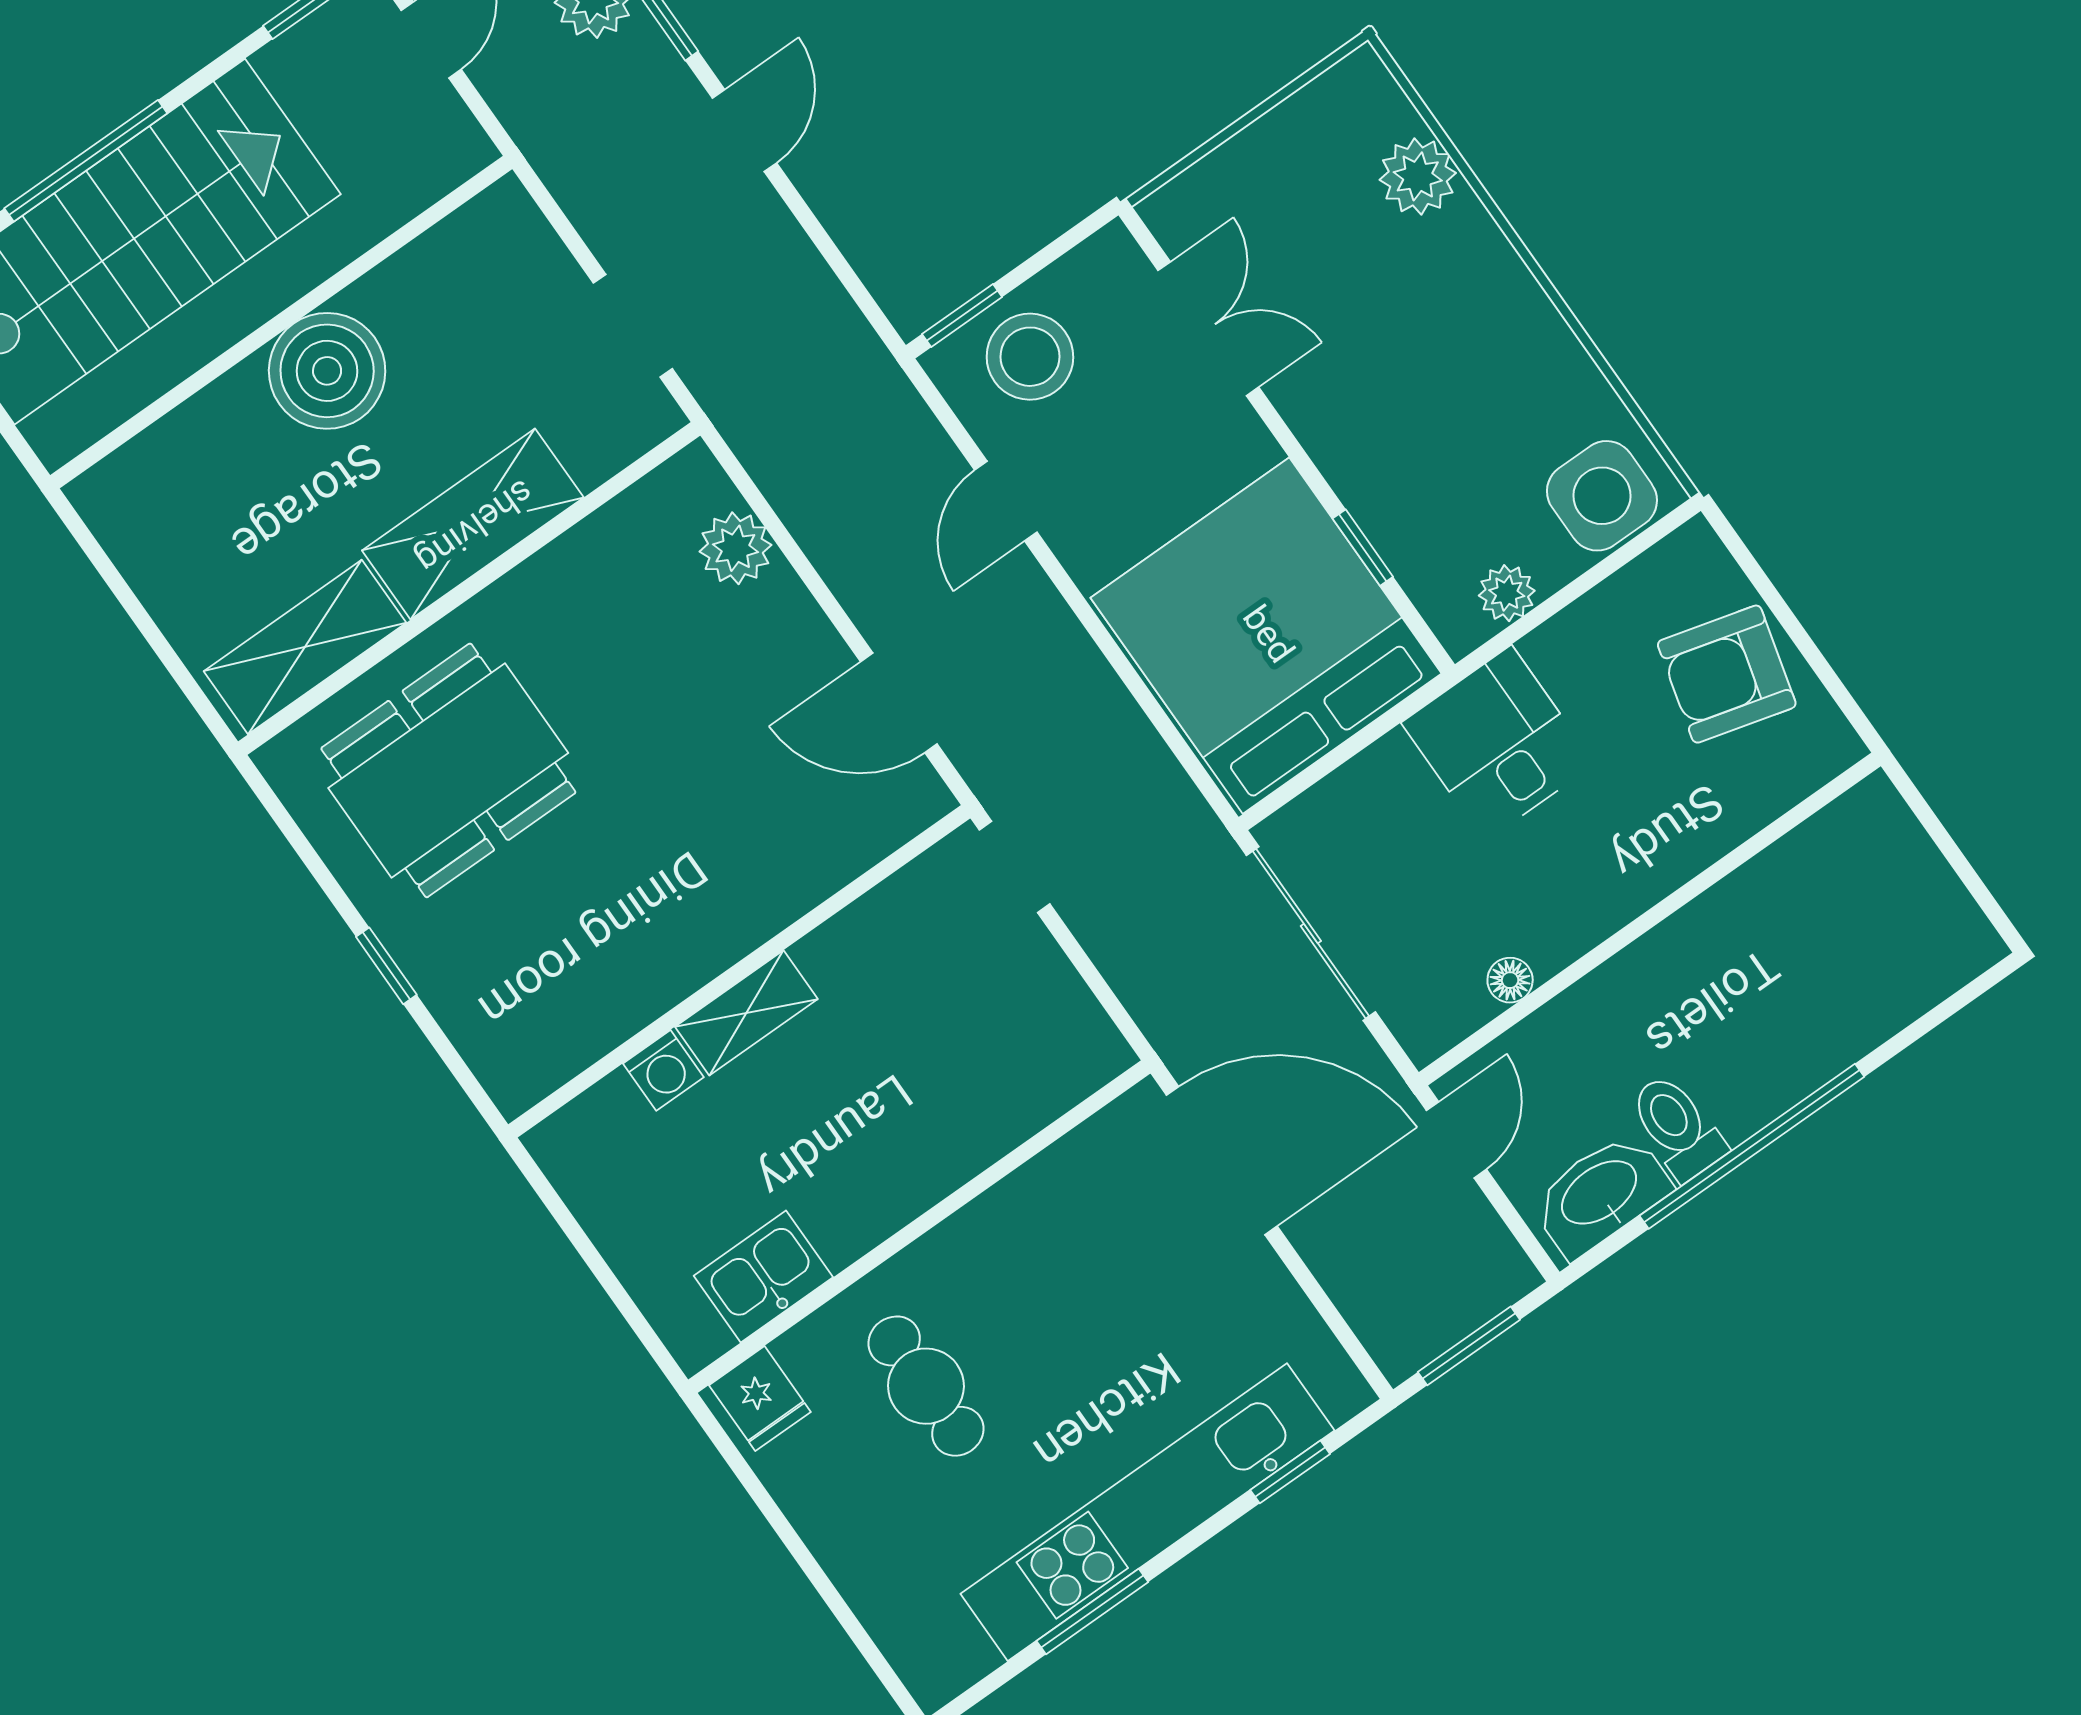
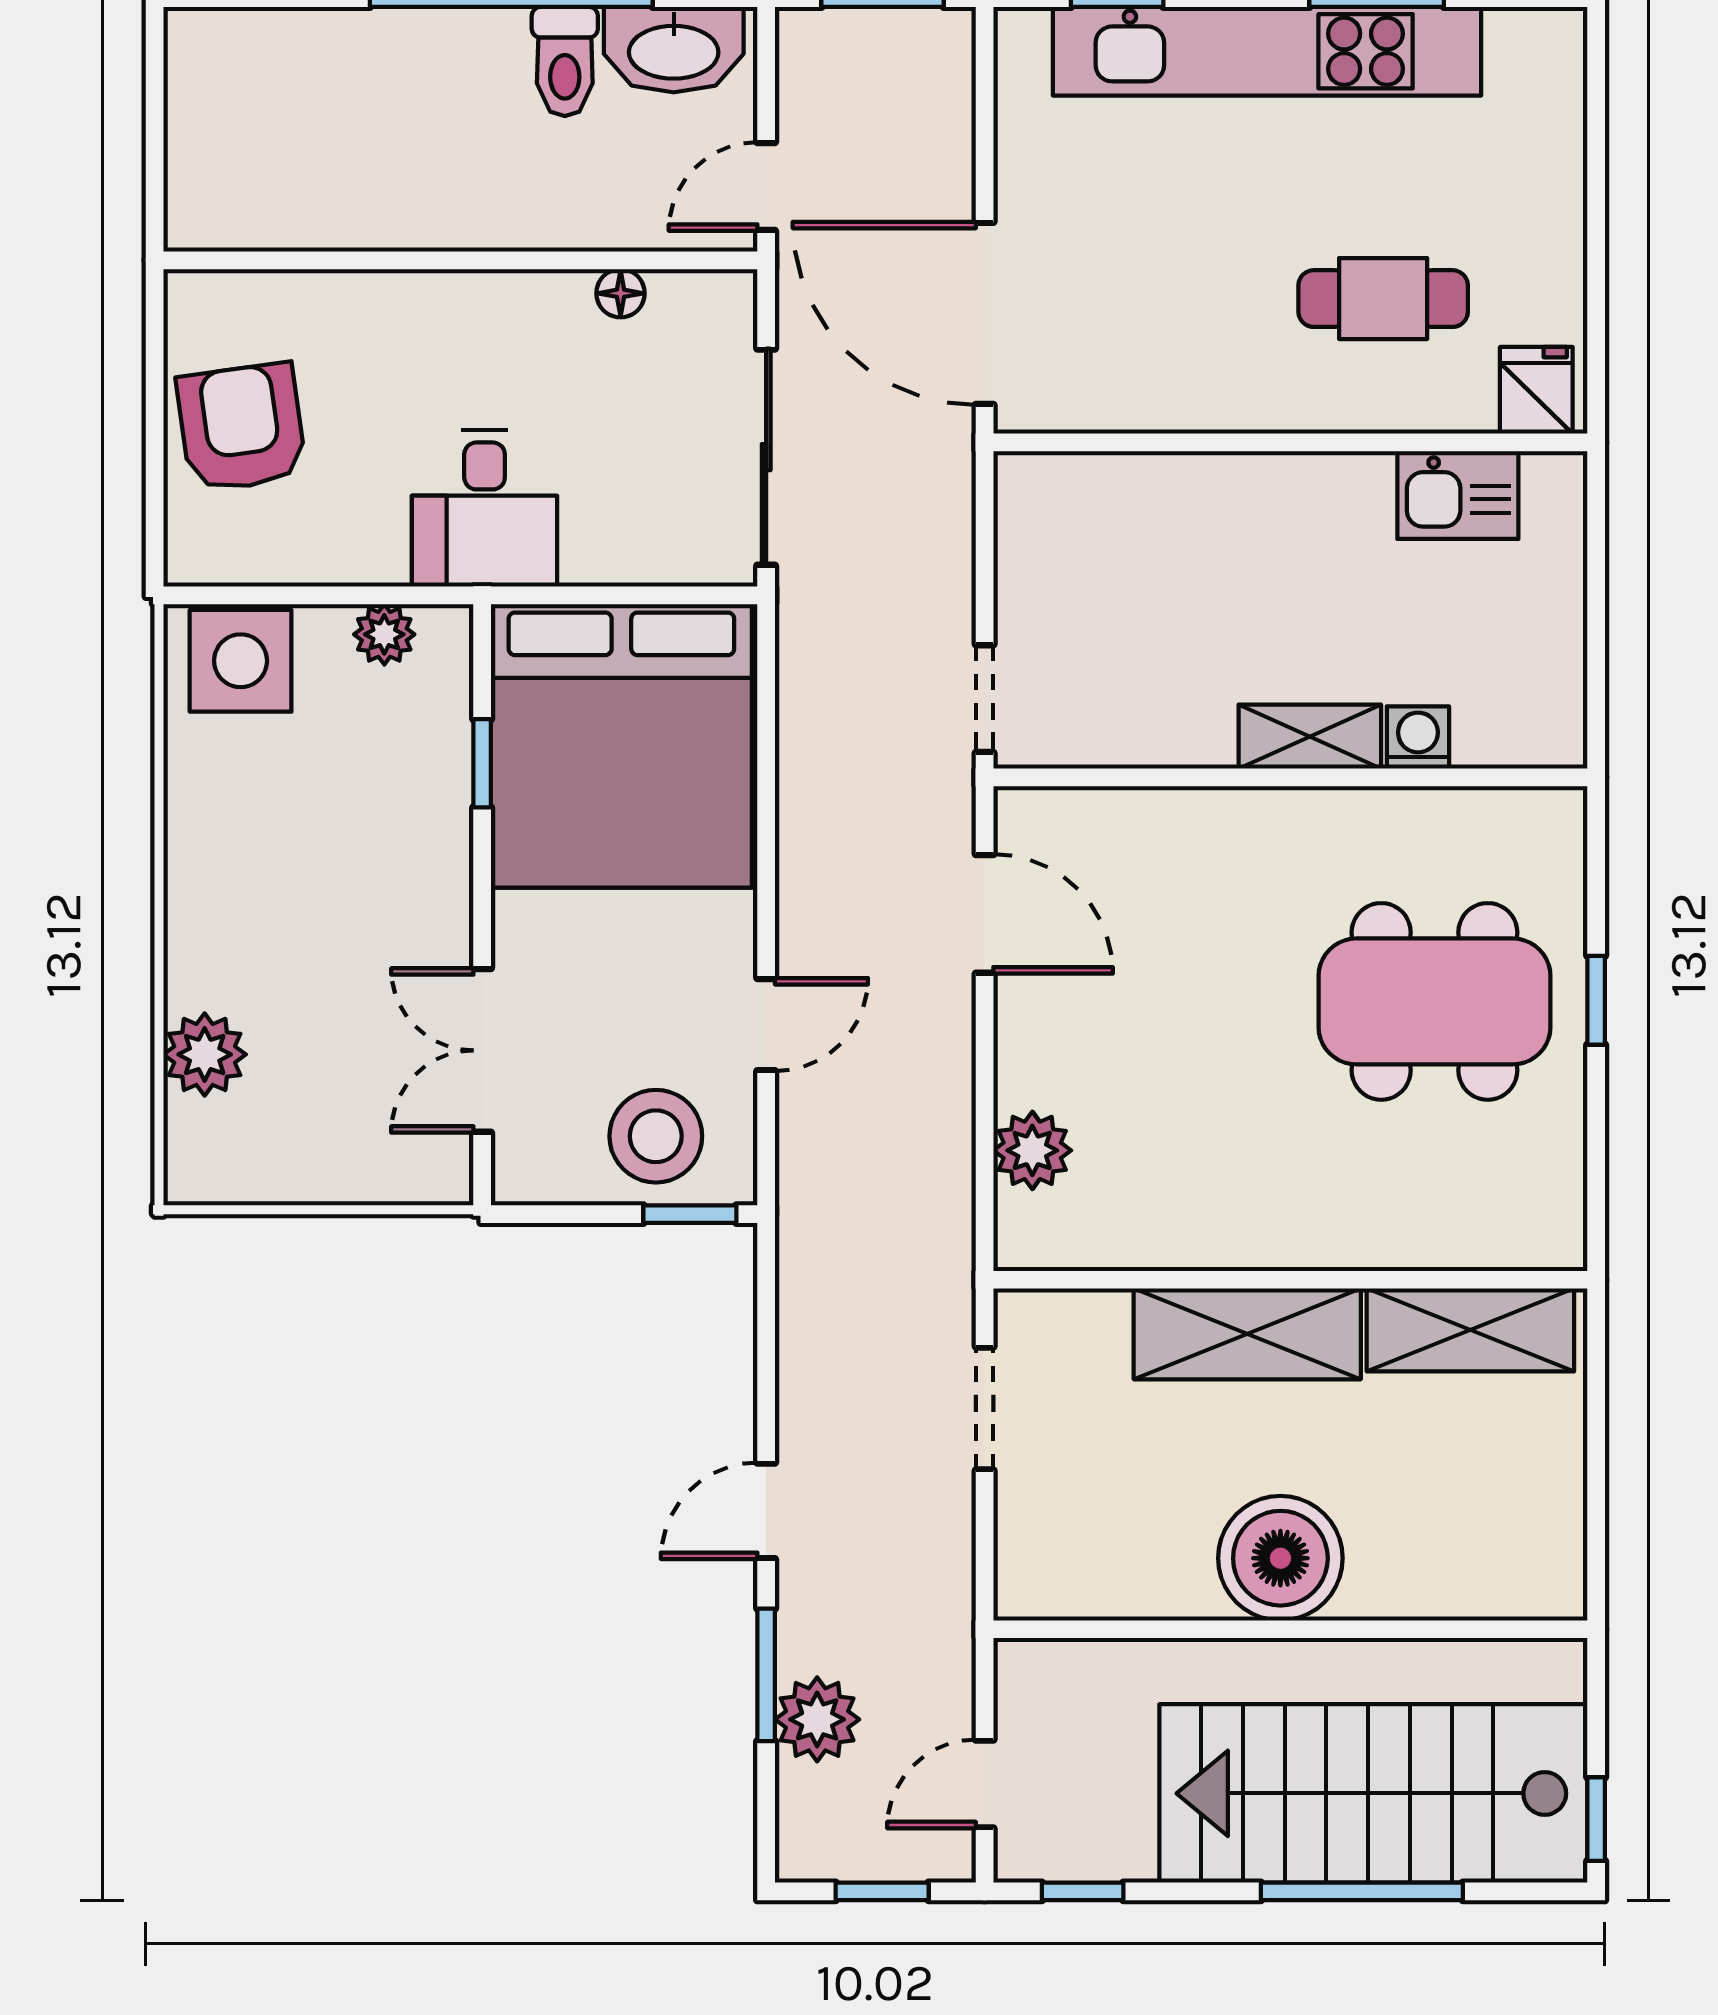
armchair: (1727, 674) -> (241, 427), turned -113
dining table: (448, 770) -> (1434, 1001), moved
cafe table: (926, 1386) -> (1383, 299), turned 90

